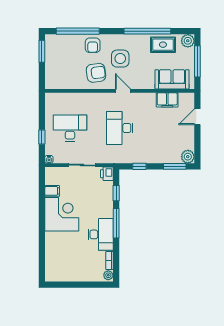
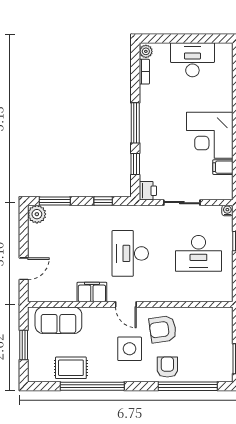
plant: (188, 41) -> (37, 373), removed
window: (197, 61) -> (24, 345), width x0.69
filing cabinet: (167, 100) -> (92, 292), moved
desk: (120, 128) -> (130, 253), turned 180
desk: (101, 234) -> (192, 60), moved, turned 90

